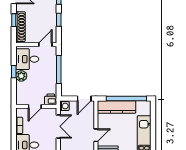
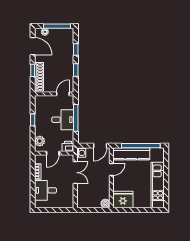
desk: (27, 59) -> (63, 120), moved, turned 180
plant: (21, 76) -> (40, 141), moved
door: (96, 135) -> (111, 169), moved

